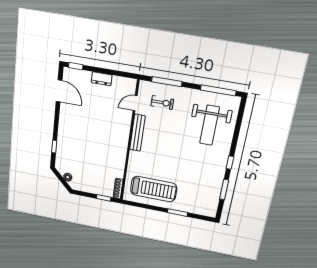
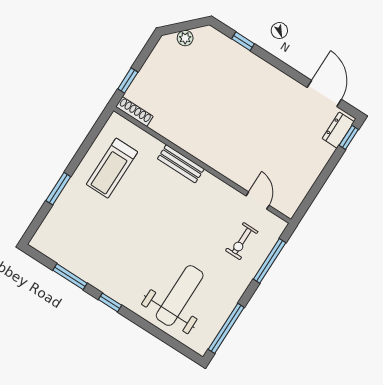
dresser: (102, 79) -> (338, 130), moved
door: (59, 91) -> (324, 93), swing flipped
weight bench: (209, 125) -> (180, 296), turned 90
bench: (137, 133) -> (181, 164), moved, width x0.73
treadmill: (154, 189) -> (112, 168), width x0.73, depth x0.73

